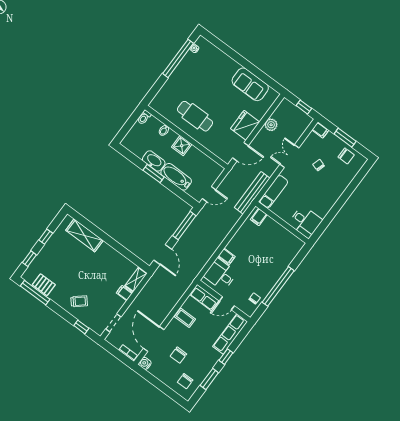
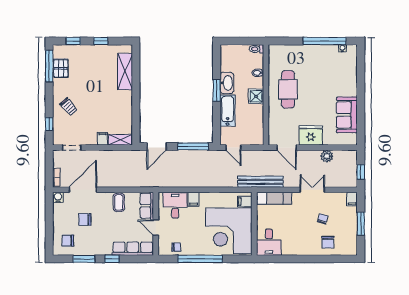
chair: (346, 156) -> (328, 242), moved
corner desk: (273, 247) -> (229, 231), added

